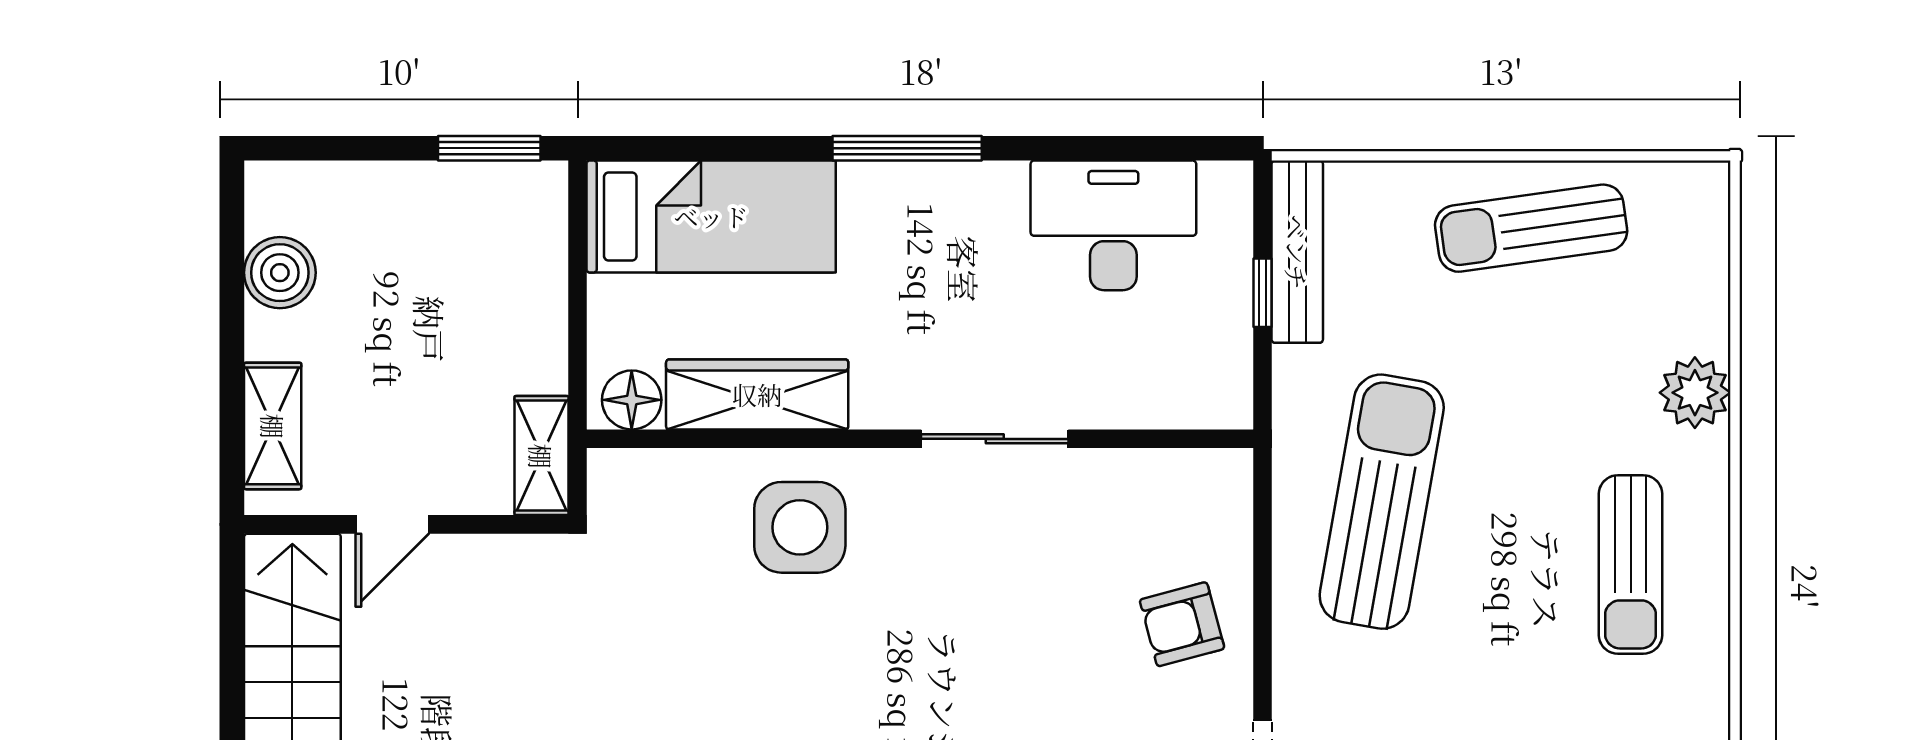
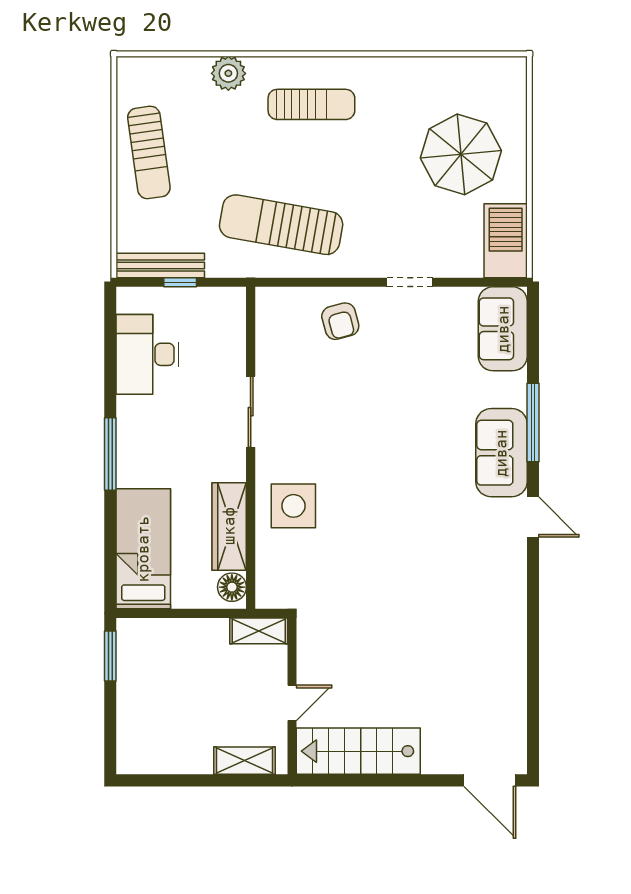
boiler: (280, 273) -> (170, 757), removed
door: (392, 524) -> (292, 703), hinge flipped

